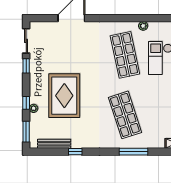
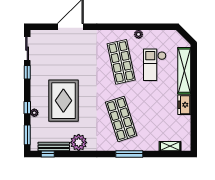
plant: (80, 140) -> (79, 142), added
window: (75, 152) -> (48, 154), moved

